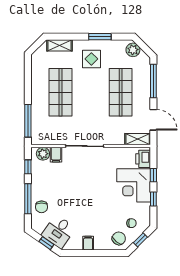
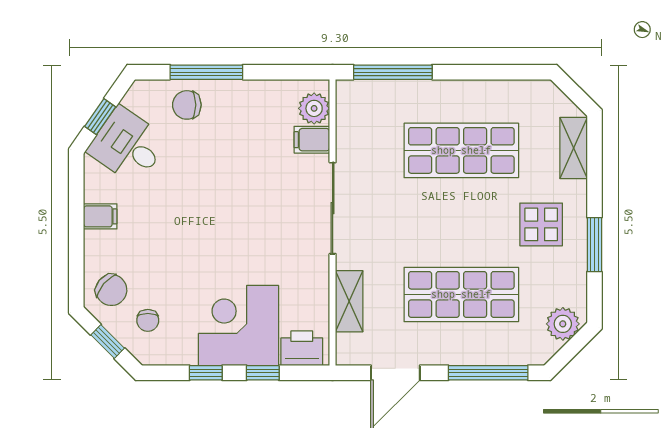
shelving: (138, 139) -> (349, 301), moved
window: (28, 167) -> (283, 72), removed

